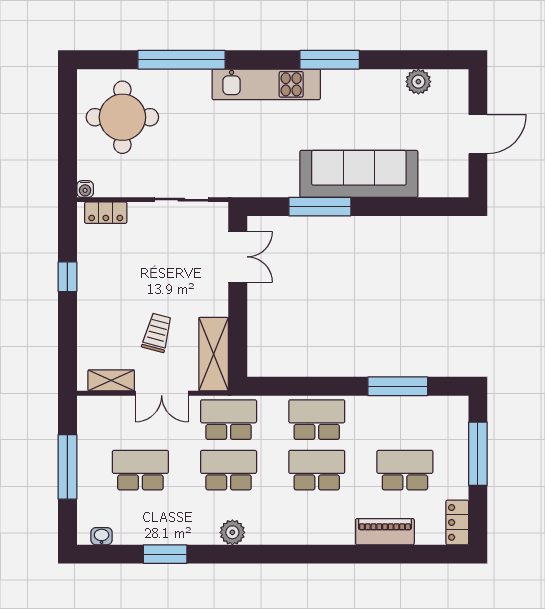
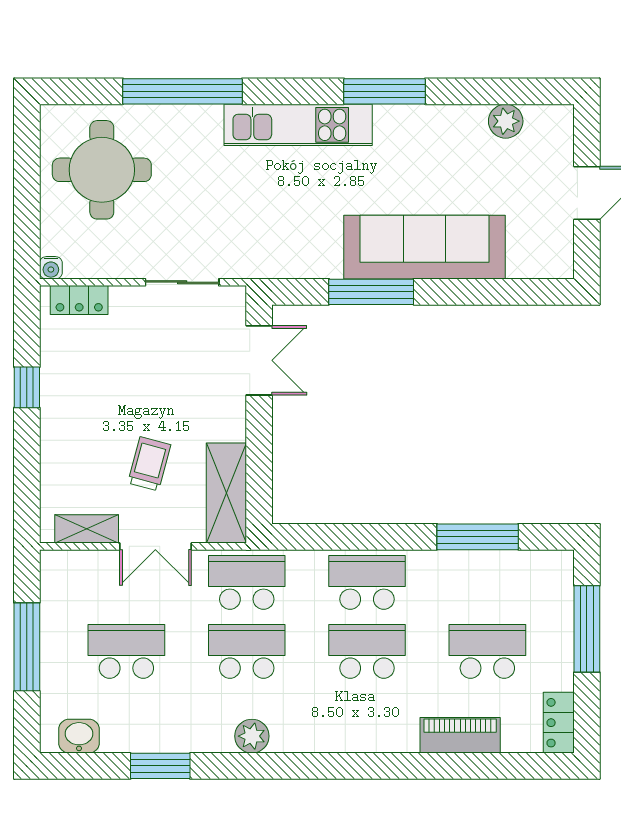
washbasin: (102, 536) -> (79, 736), width x1.38, depth x1.45

